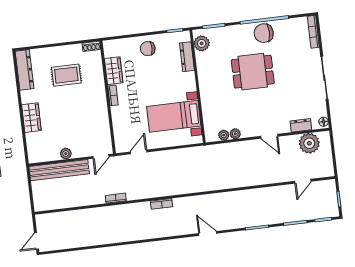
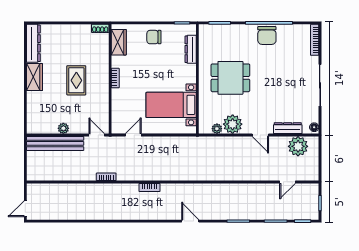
chair: (264, 33) -> (267, 35), turned -90
plant: (202, 43) -> (206, 38), removed
wardrobe: (114, 71) -> (119, 42), moved
dining table: (253, 72) -> (230, 78), moved
rug: (66, 75) -> (76, 80), moved, turned 90
wardrobe: (31, 118) -> (34, 77), moved
dresser: (301, 125) -> (288, 128), width x1.44
plant: (235, 134) -> (233, 124), width x1.87, depth x1.87
door: (101, 156) -> (97, 135), swing flipped

